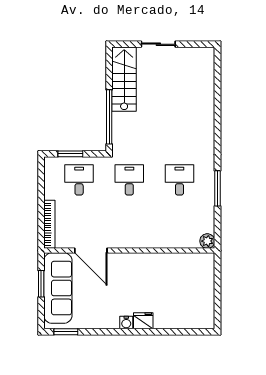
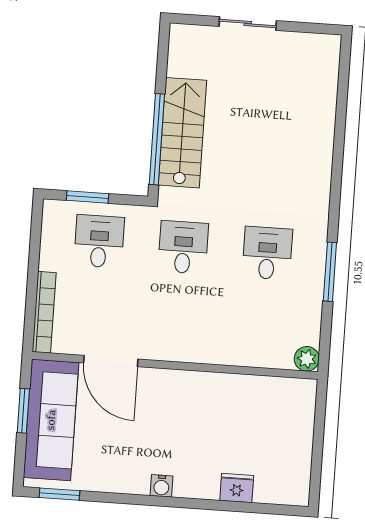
stairs: (124, 79) -> (182, 133), moved
fridge: (143, 321) -> (237, 488), moved

